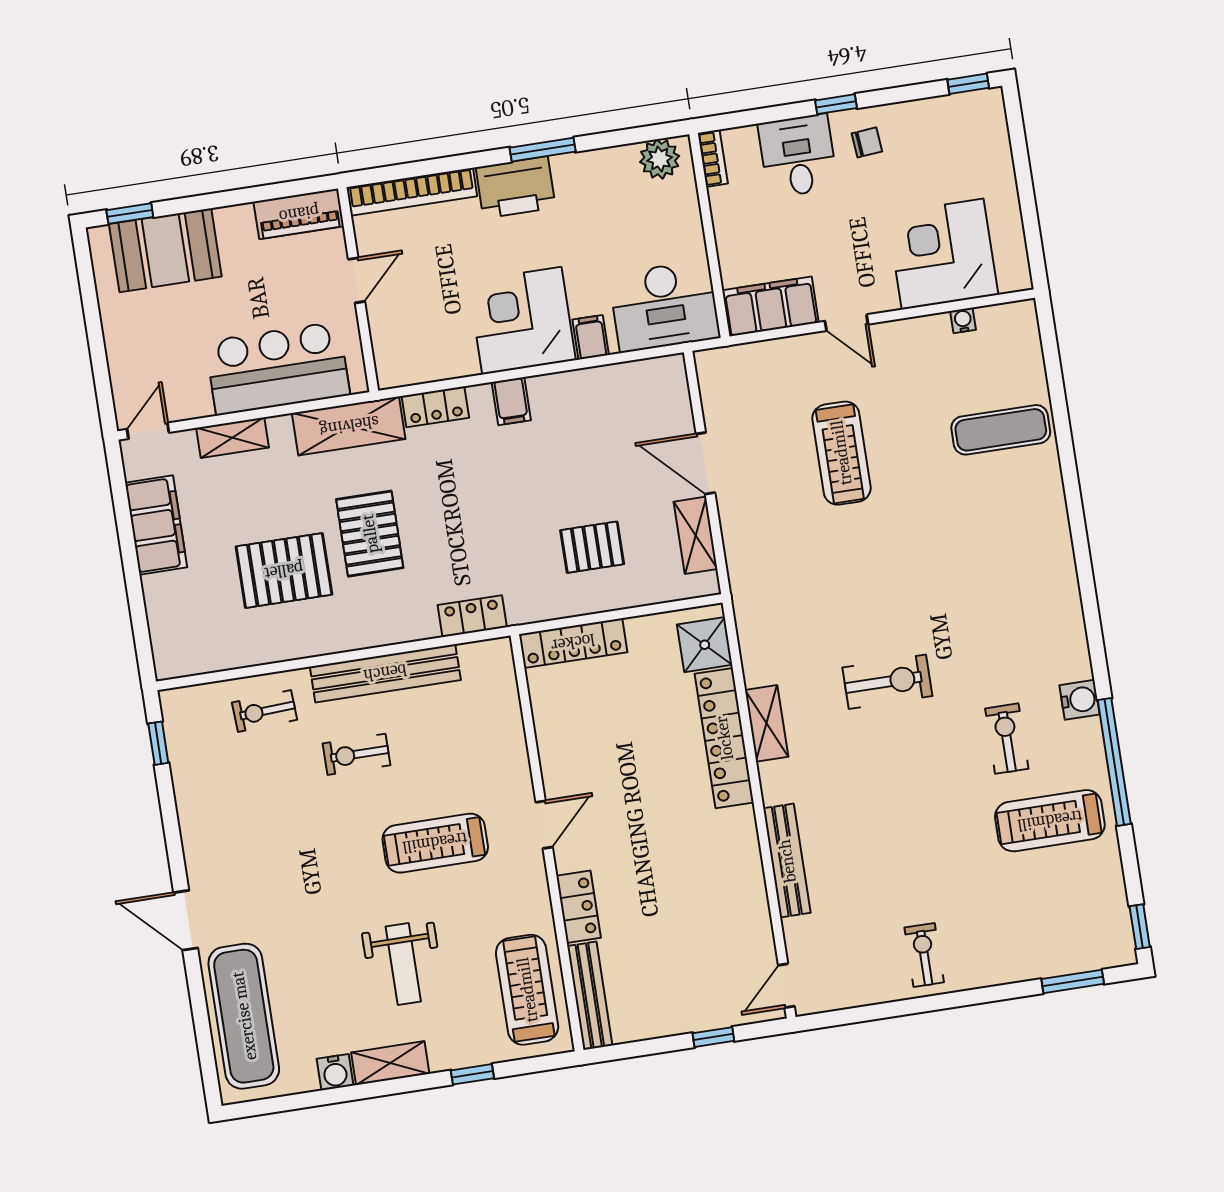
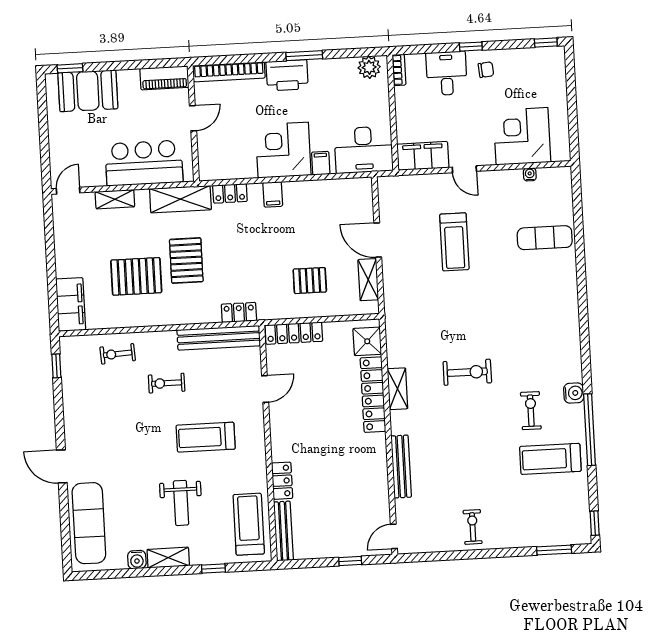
filing cabinet: (156, 525) -> (71, 304), moved
bench: (385, 673) -> (219, 338), moved
door: (544, 825) -> (265, 389), moved

